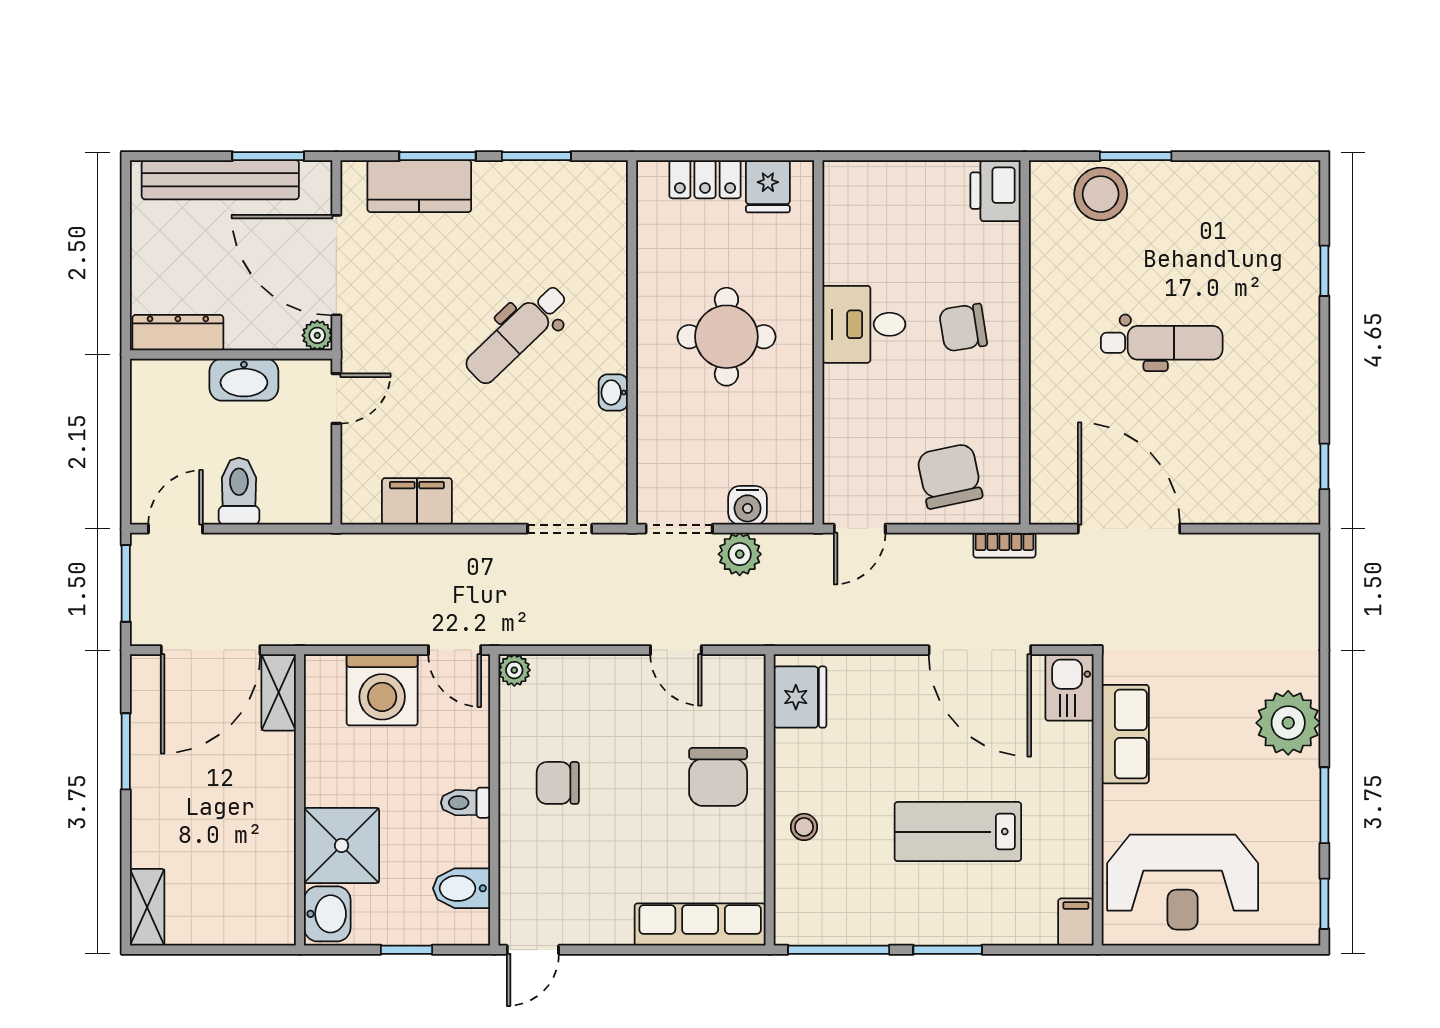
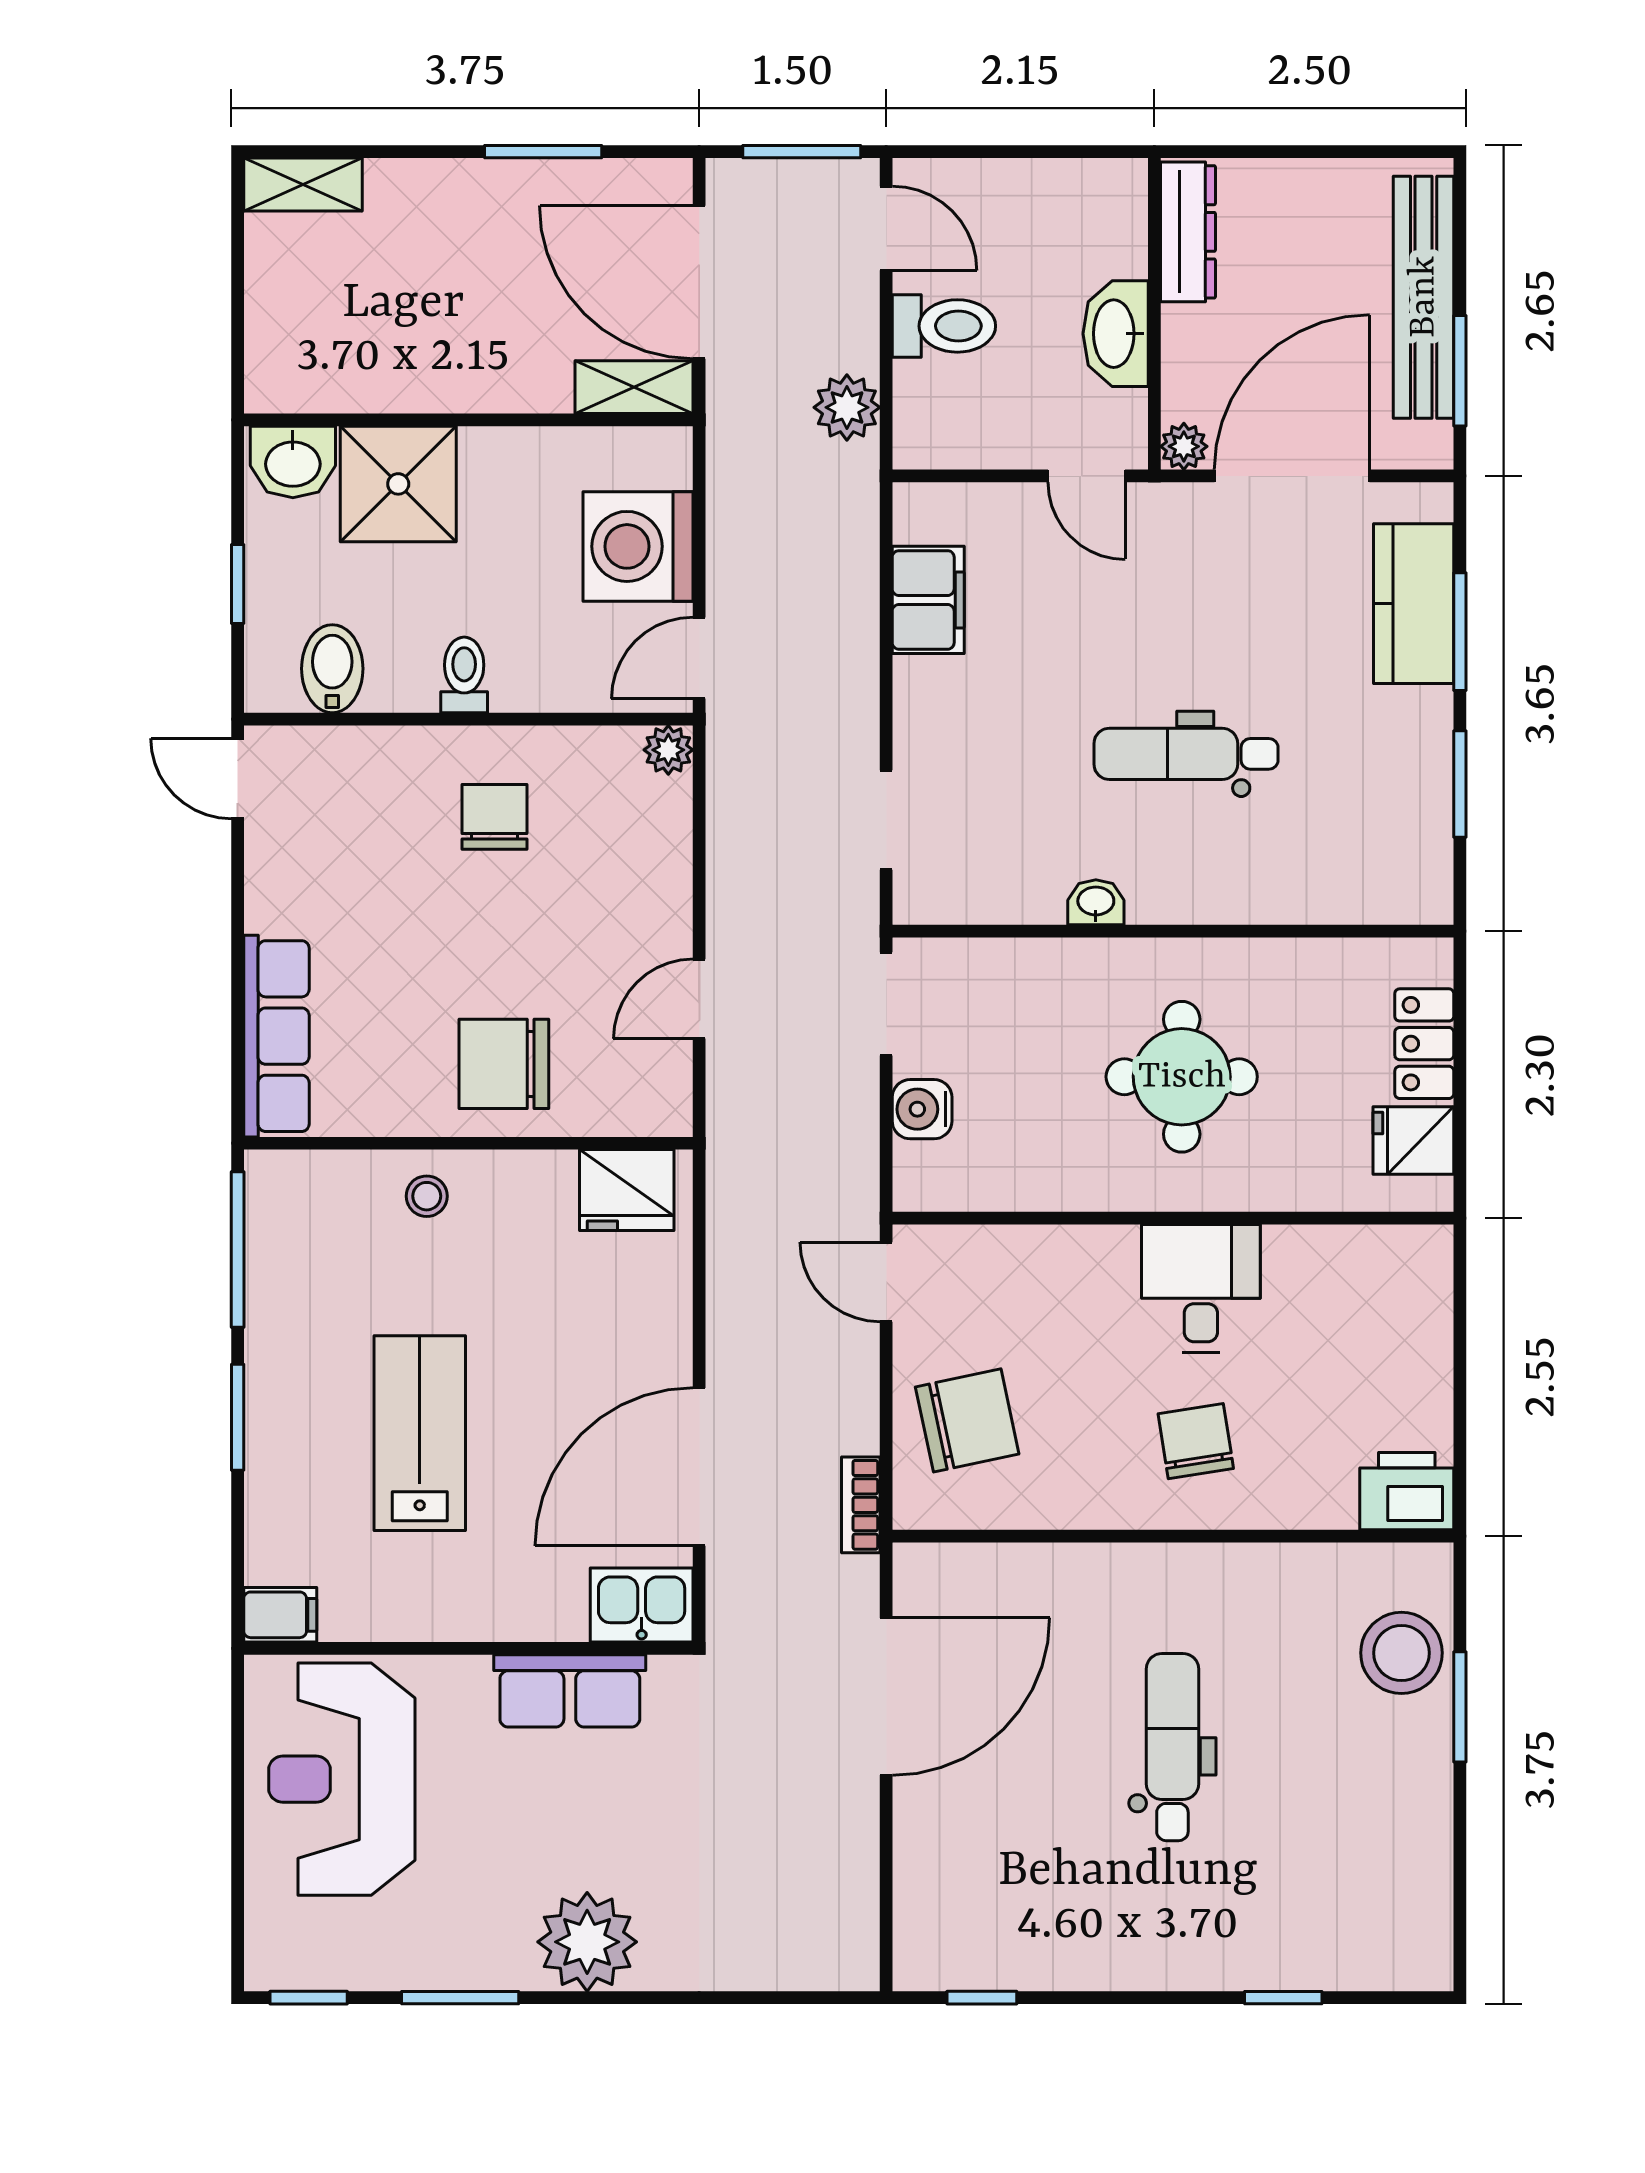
dental chair: (517, 334) -> (1186, 754), turned -46
dental chair: (1162, 343) -> (1172, 1747), turned 180
plant: (740, 554) -> (847, 407), moved

